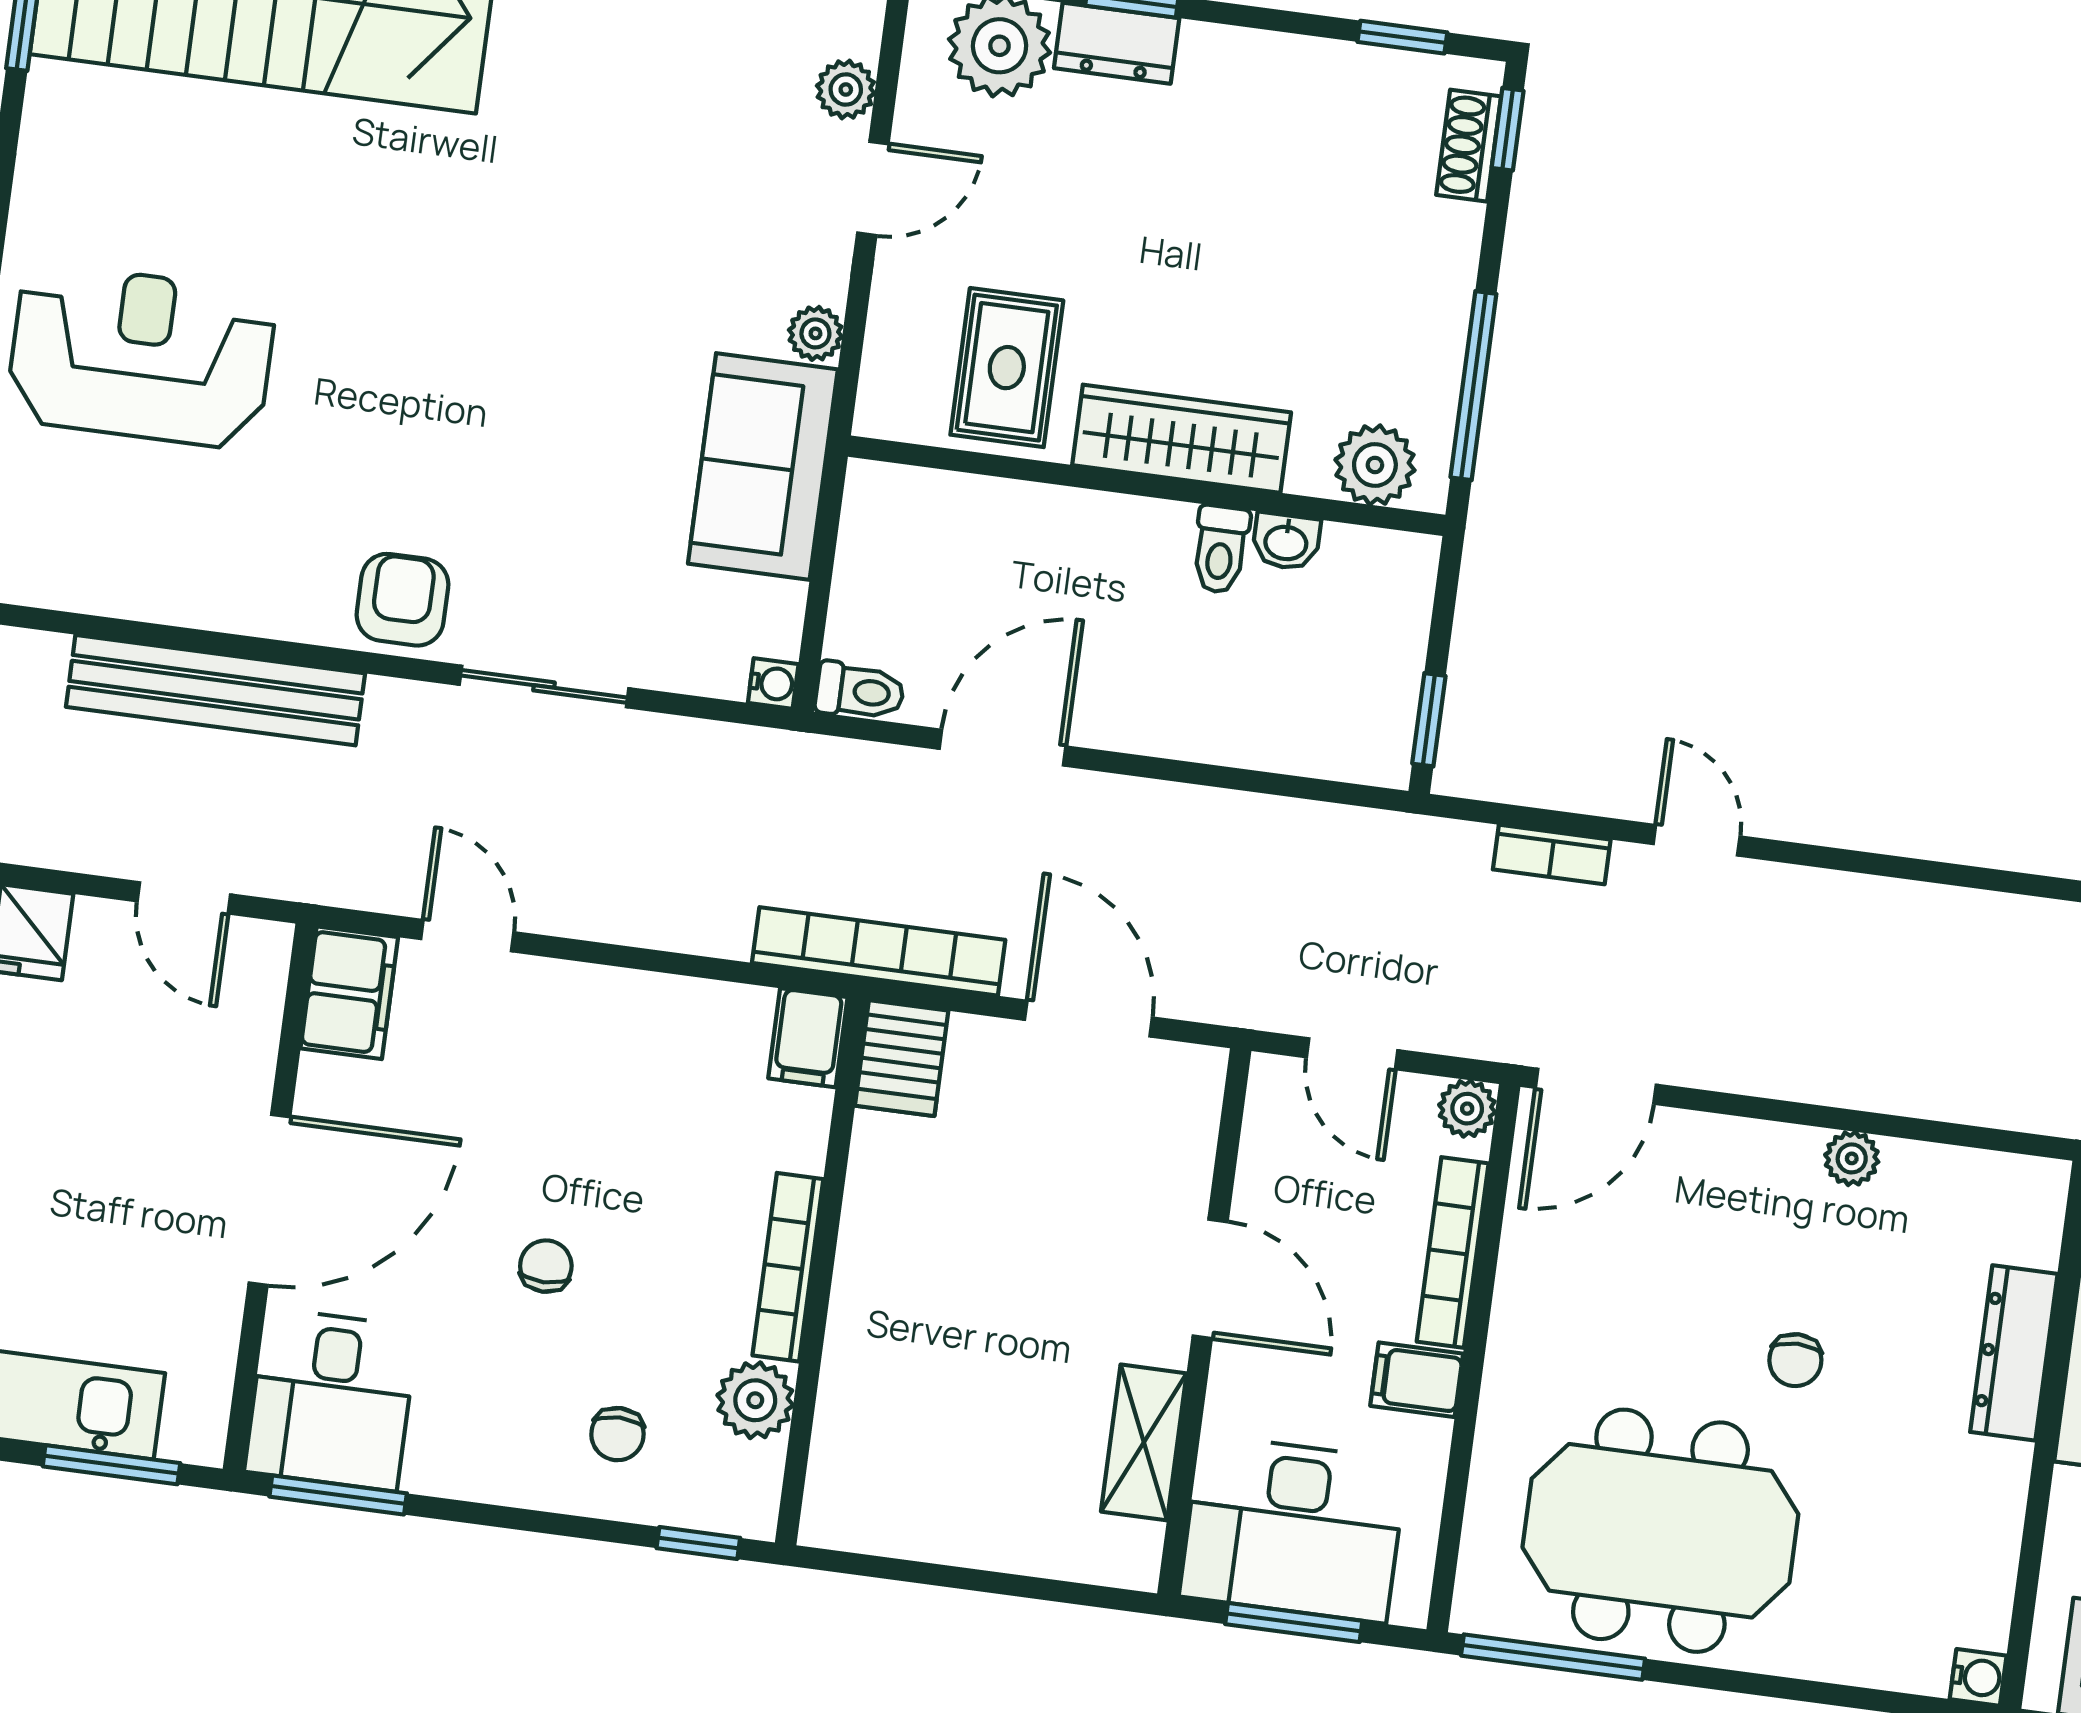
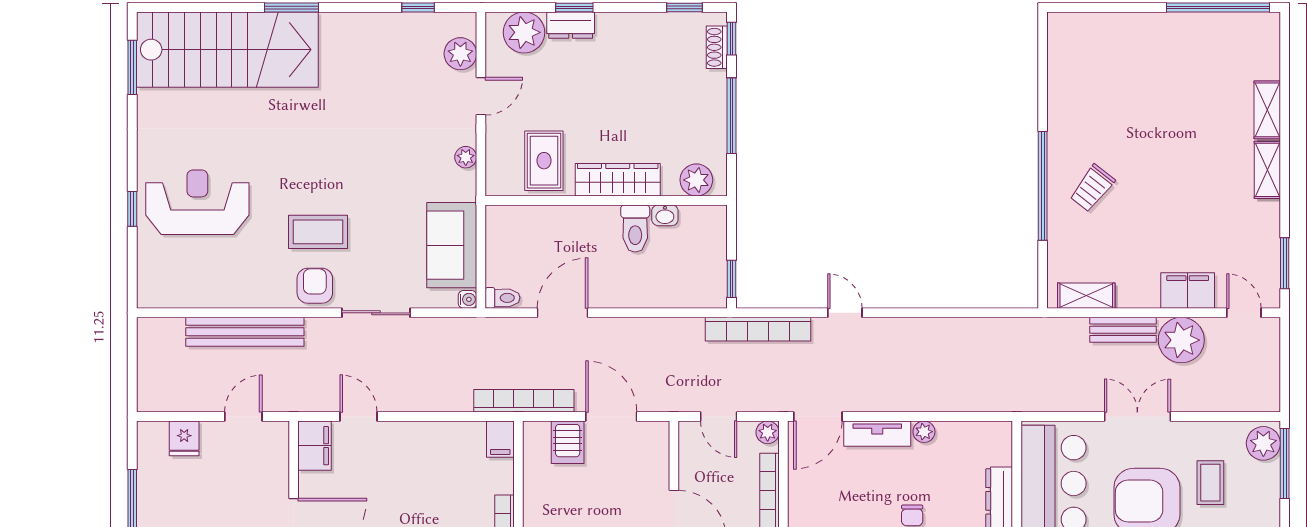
plant: (846, 90) -> (460, 54), width x1.38, depth x1.38
window: (1473, 386) -> (731, 116), moved
sofa: (763, 467) -> (452, 245), moved
coffee table: (428, 469) -> (318, 232), added
toilet: (1220, 549) -> (635, 229), width x1.37, depth x1.39
bookcase: (1552, 855) -> (758, 329), width x2.31, depth x1.31
door: (184, 898) -> (243, 417), swing flipped
server rack: (902, 1058) -> (568, 442), moved
tv unit: (1736, 1148) -> (877, 434), added

